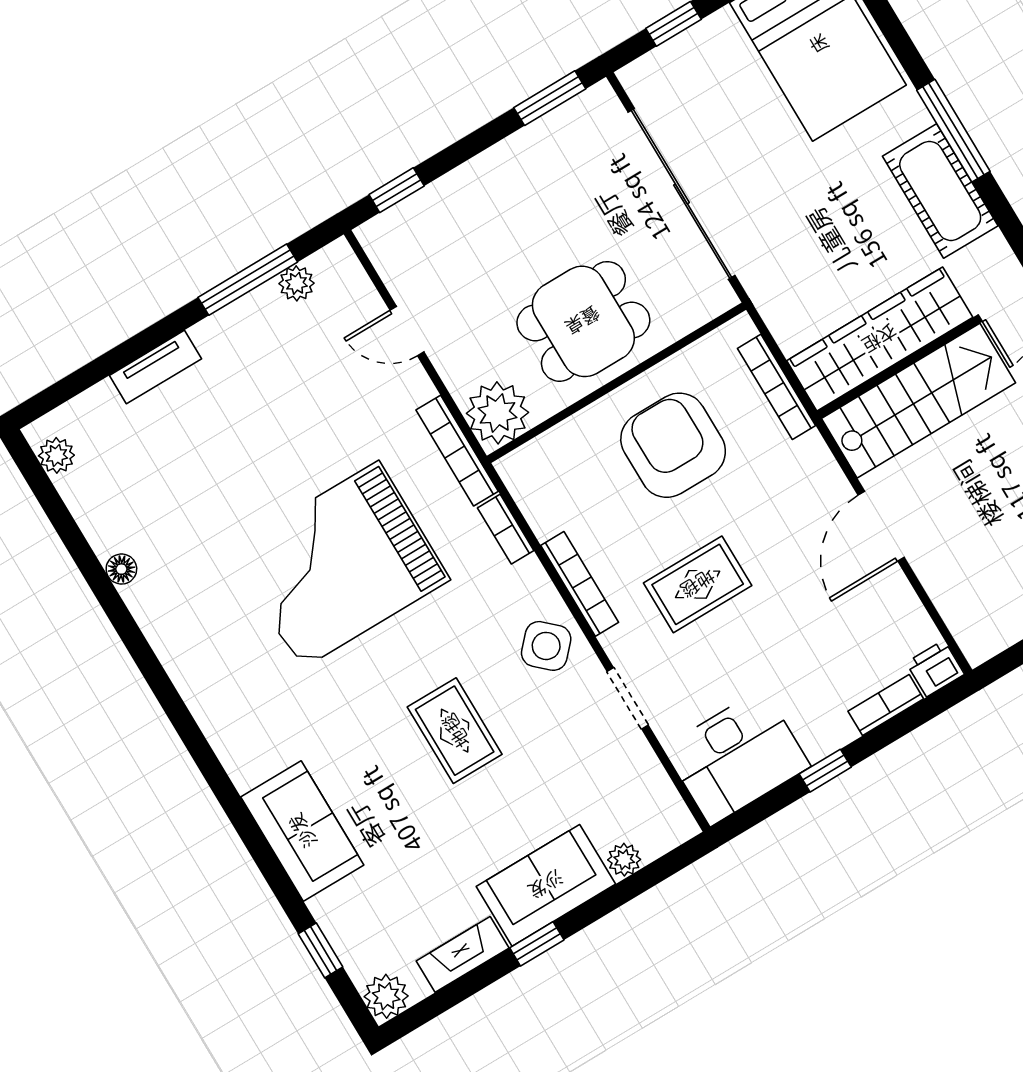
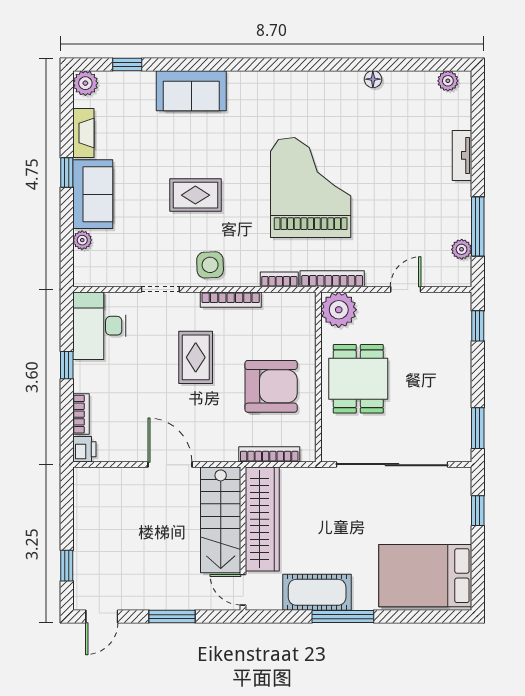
side table: (546, 646) -> (210, 265), turned 45

